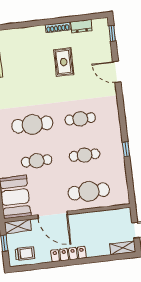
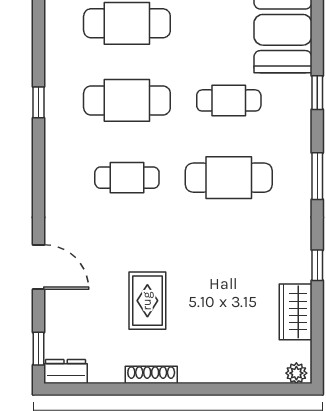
dresser: (81, 26) -> (66, 371), moved
cafe table: (85, 155) -> (127, 100), width x1.37, depth x1.35

